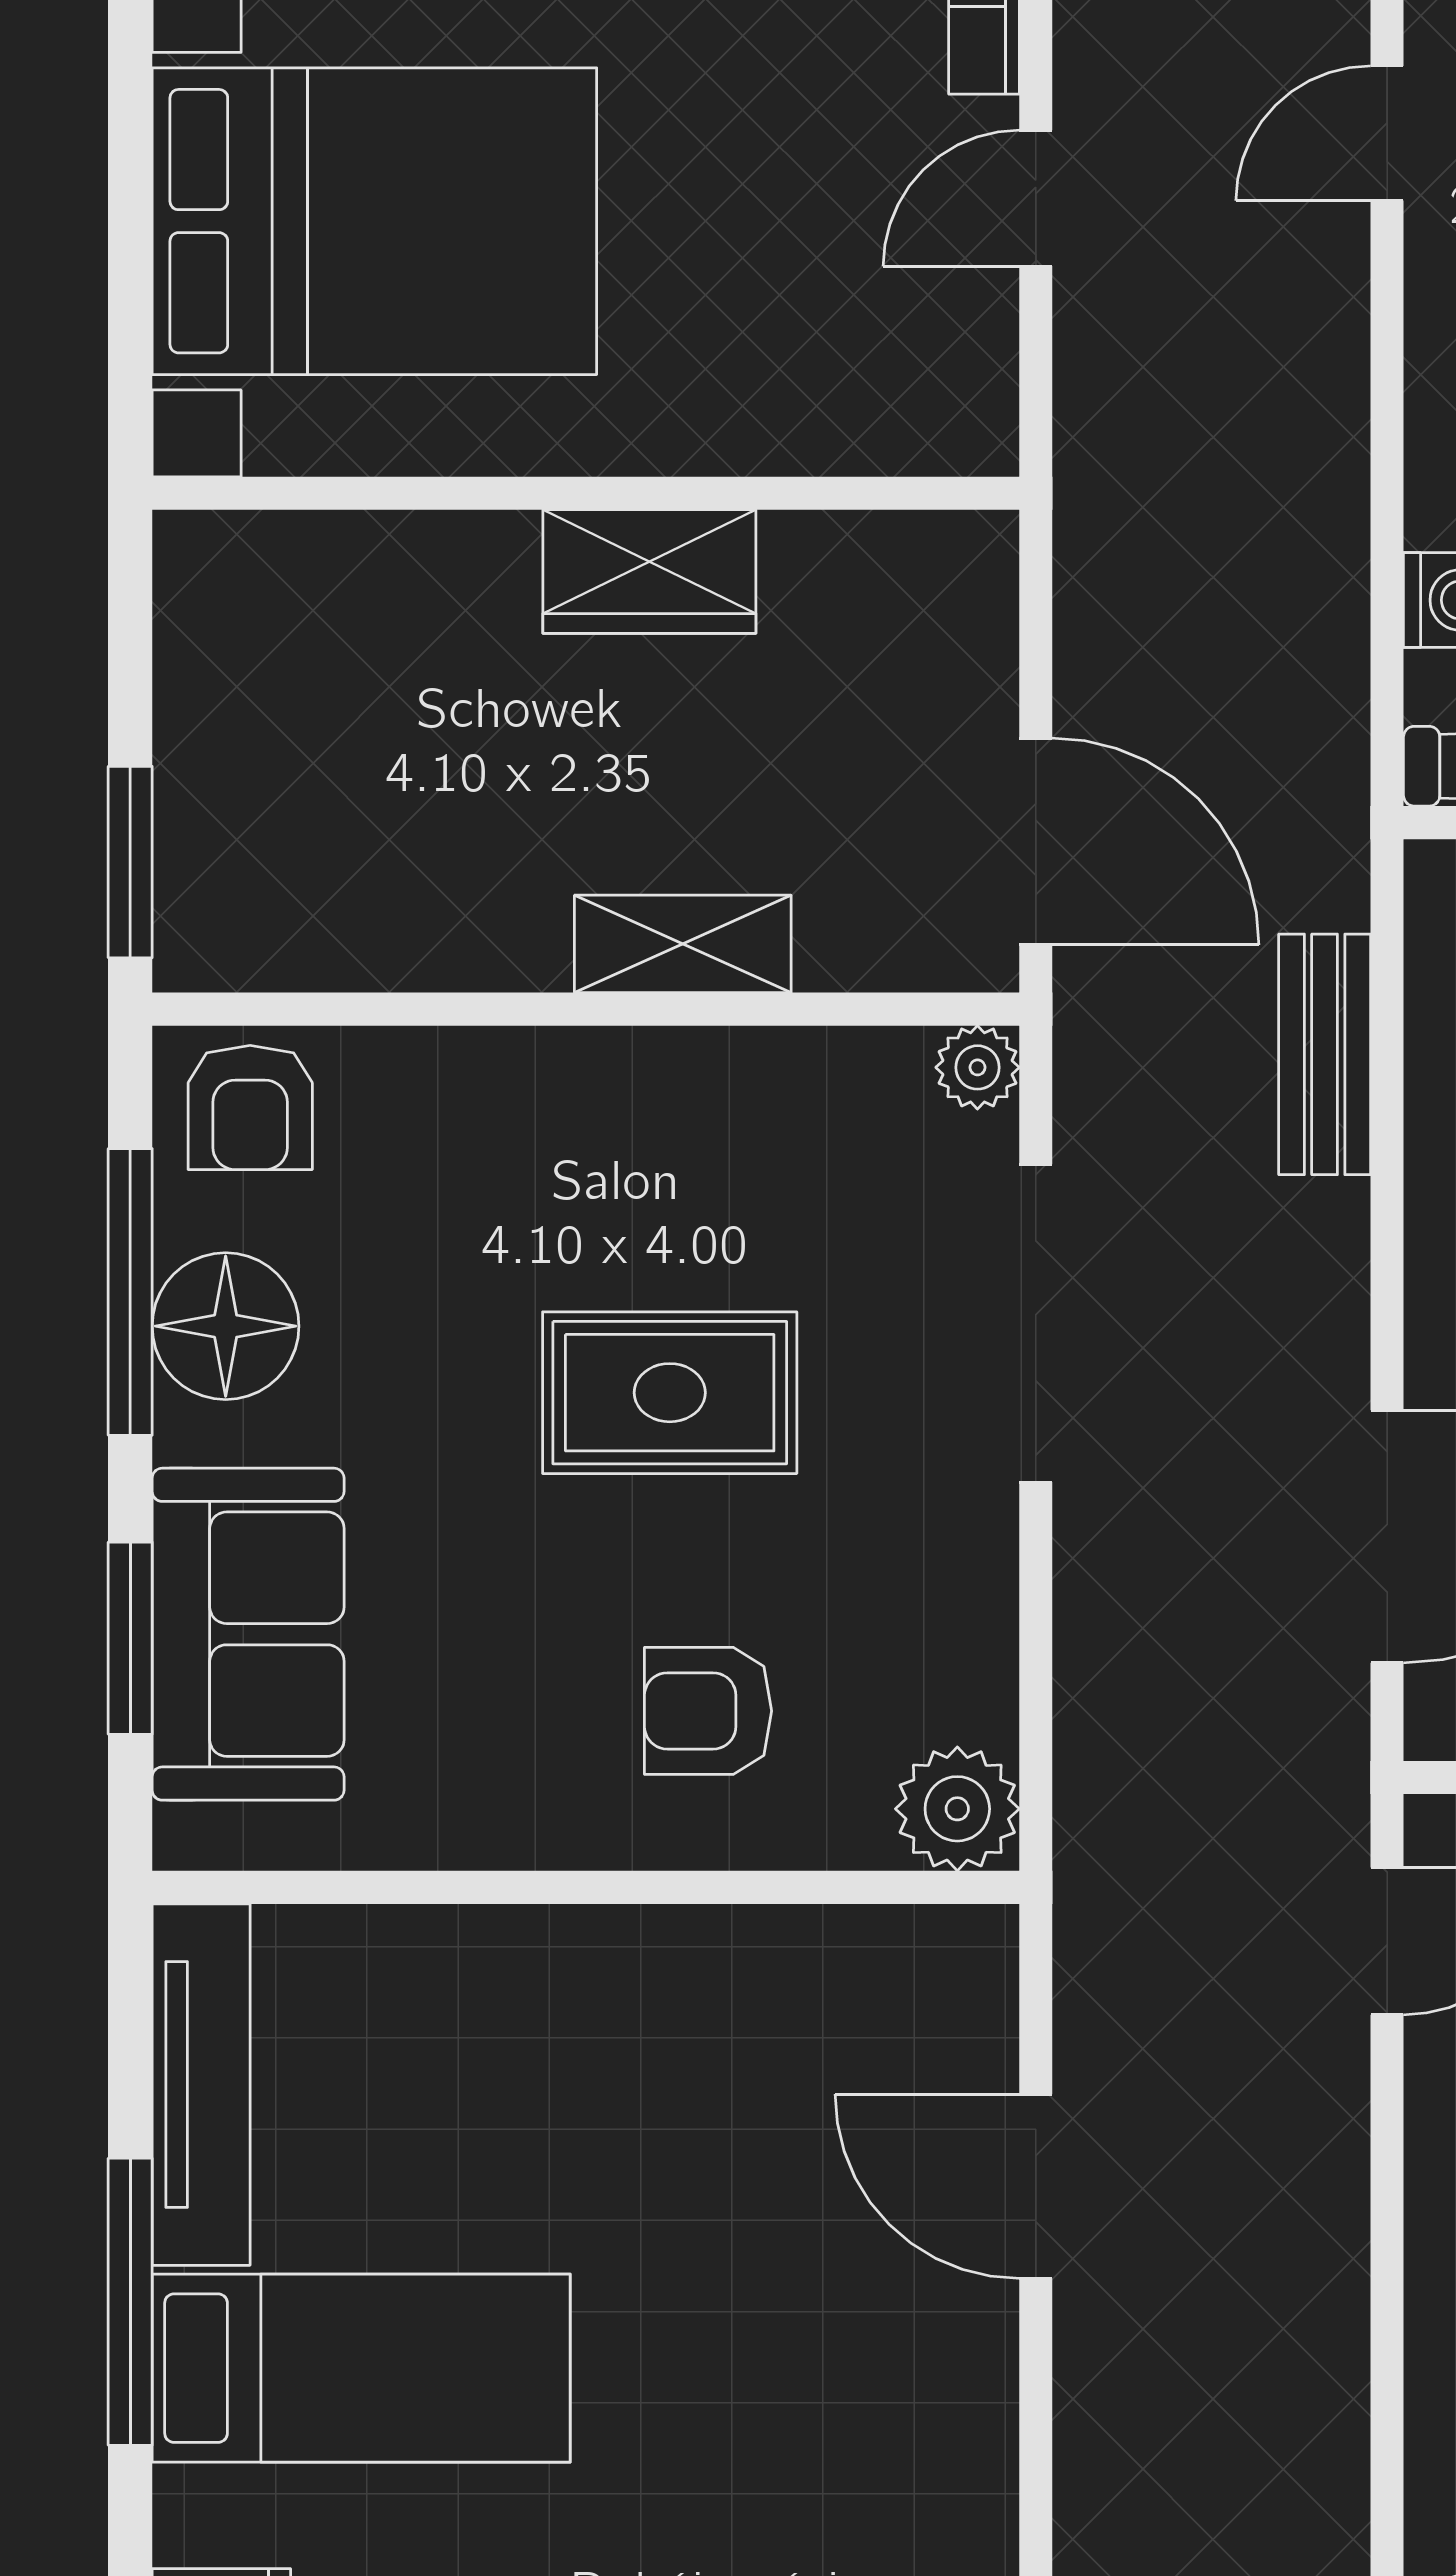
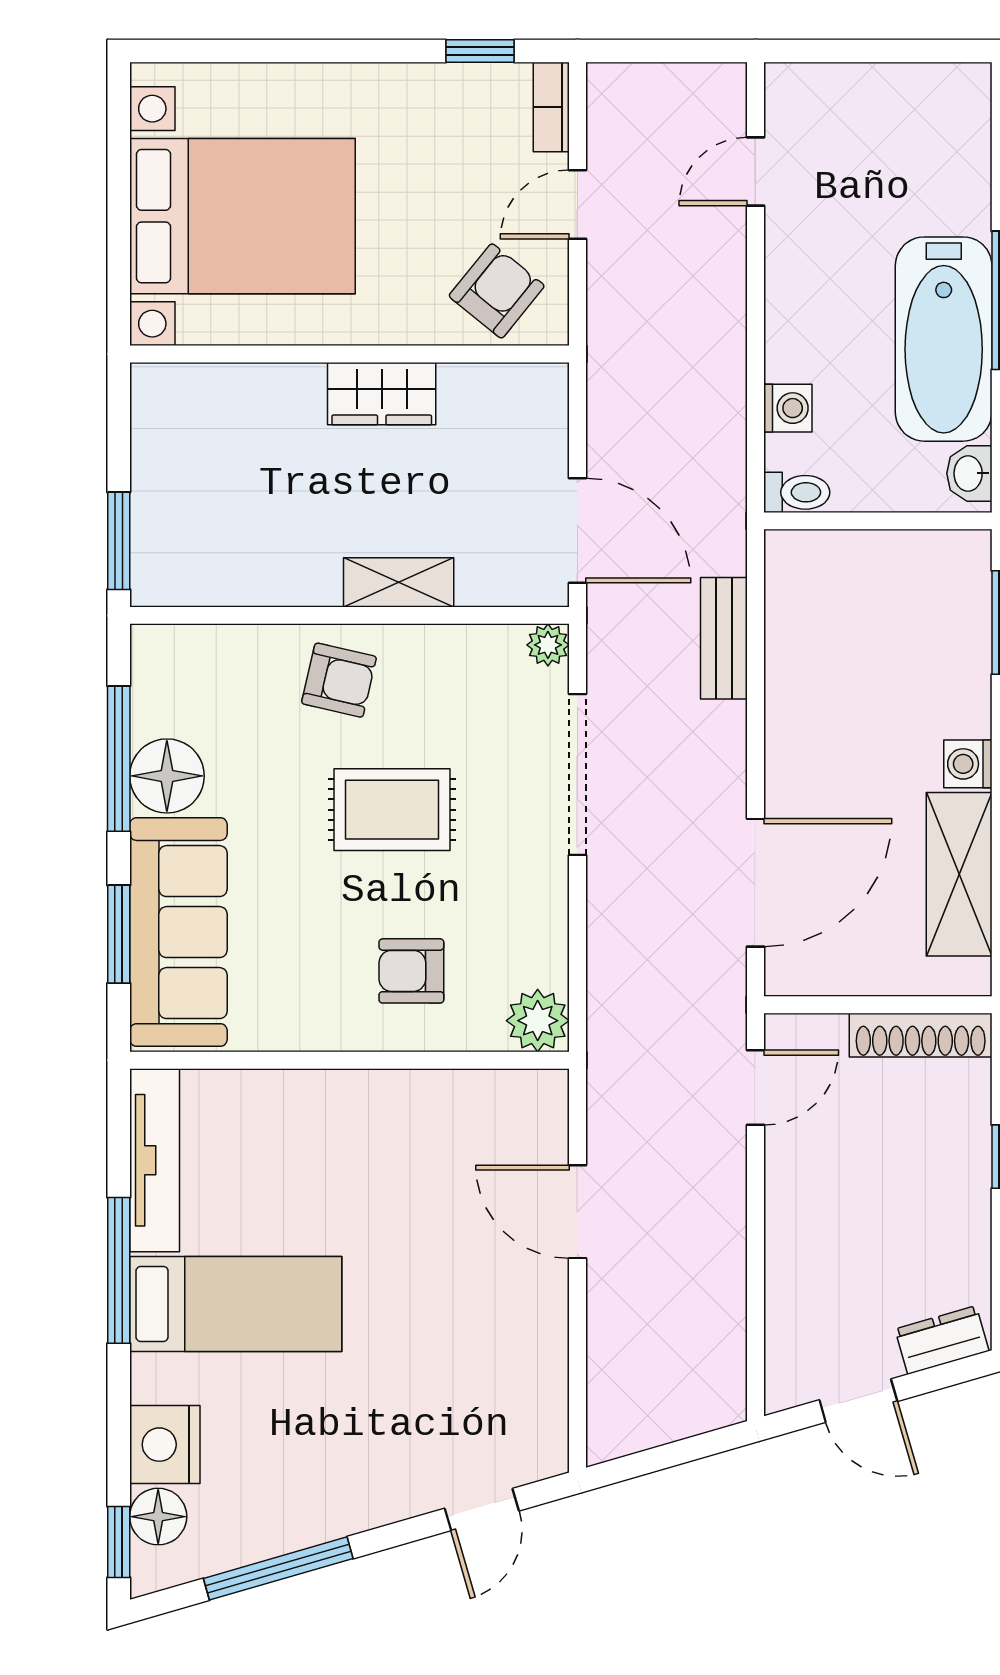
armchair: (876, 369) -> (497, 291), added
armchair: (250, 1107) -> (339, 680), moved, turned -77
sofa: (248, 1634) -> (178, 932), width x1.36

